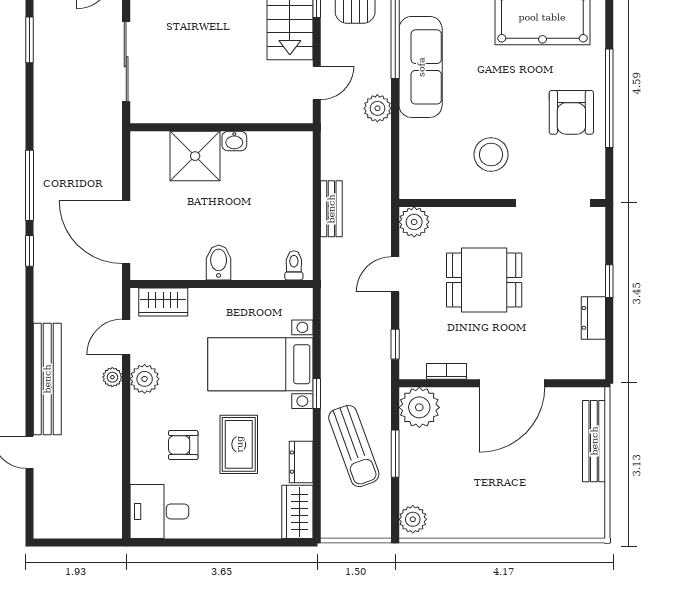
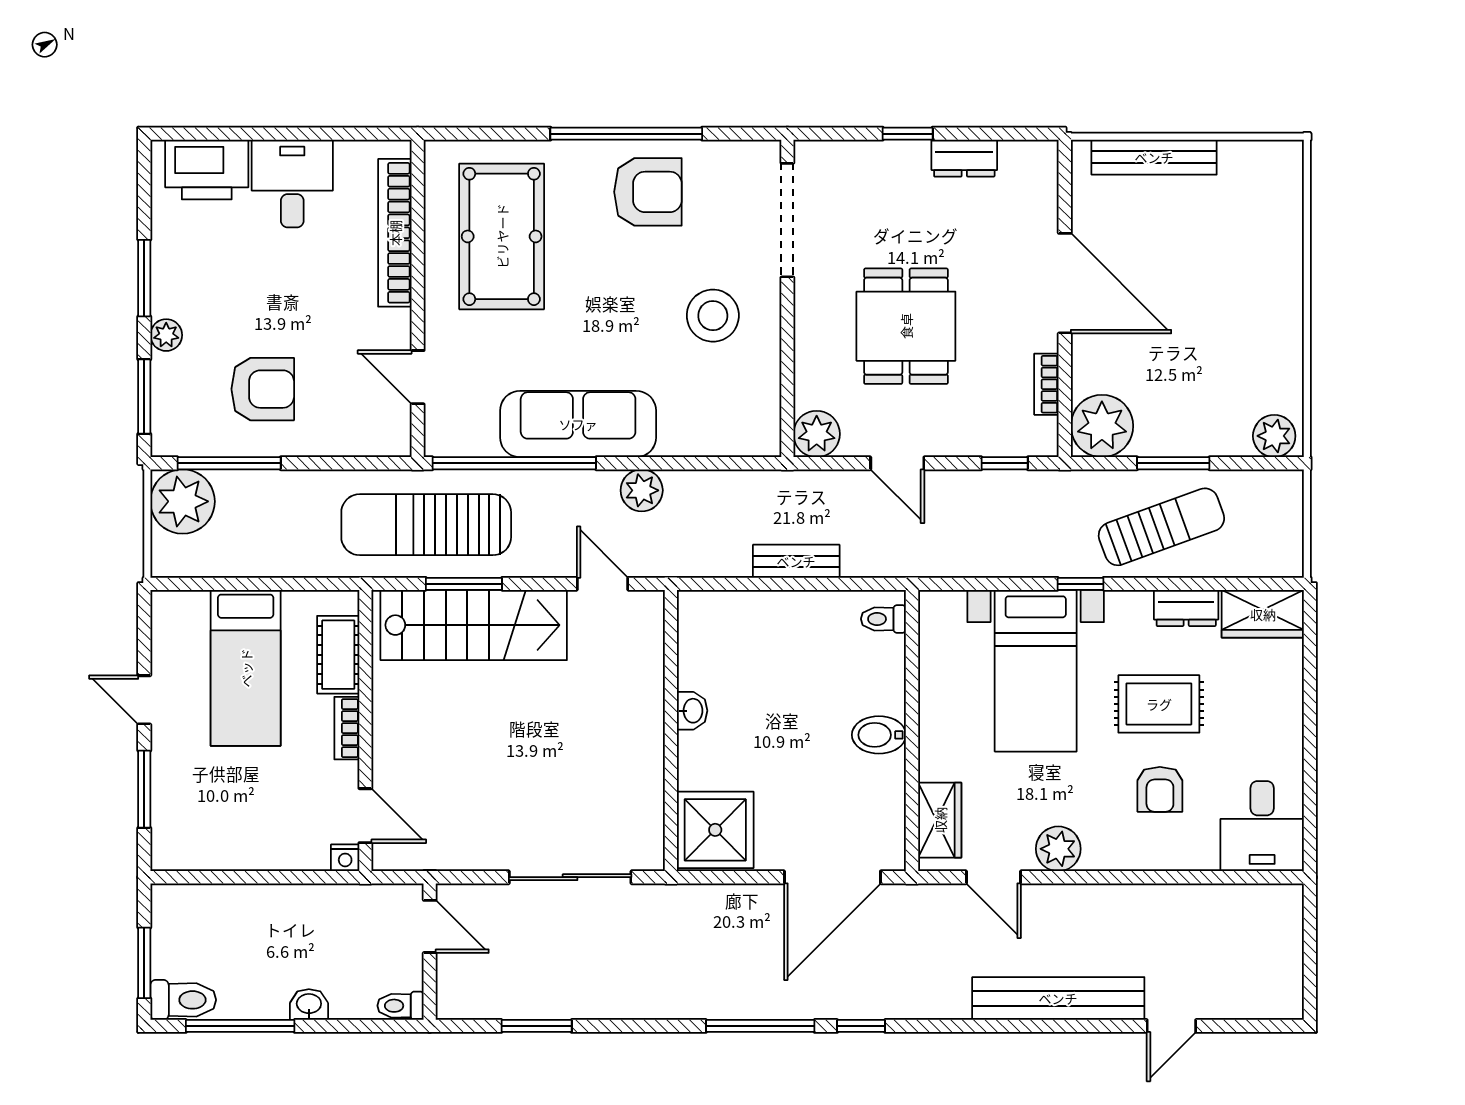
shower: (195, 156) -> (715, 830), moved
plant: (112, 377) -> (1056, 898), removed

